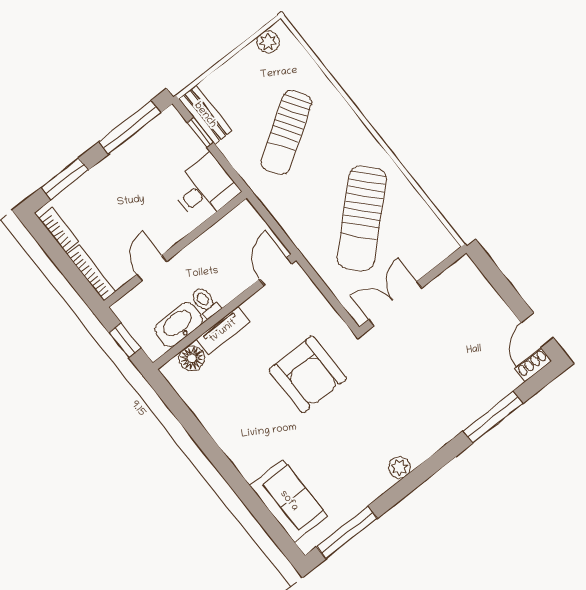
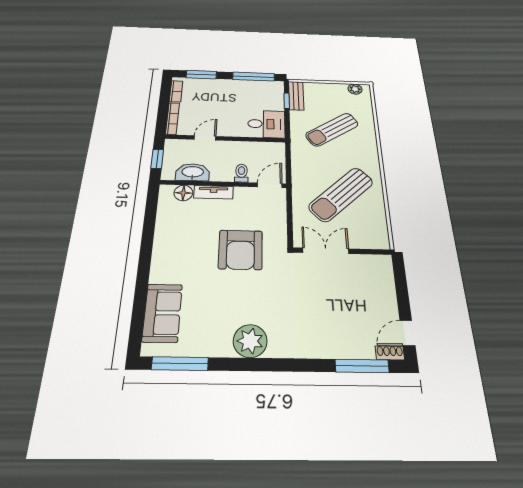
toilet: (205, 302) -> (241, 173), moved
window: (493, 417) -> (362, 366), moved
plant: (400, 467) -> (250, 341), width x1.88, depth x1.88

